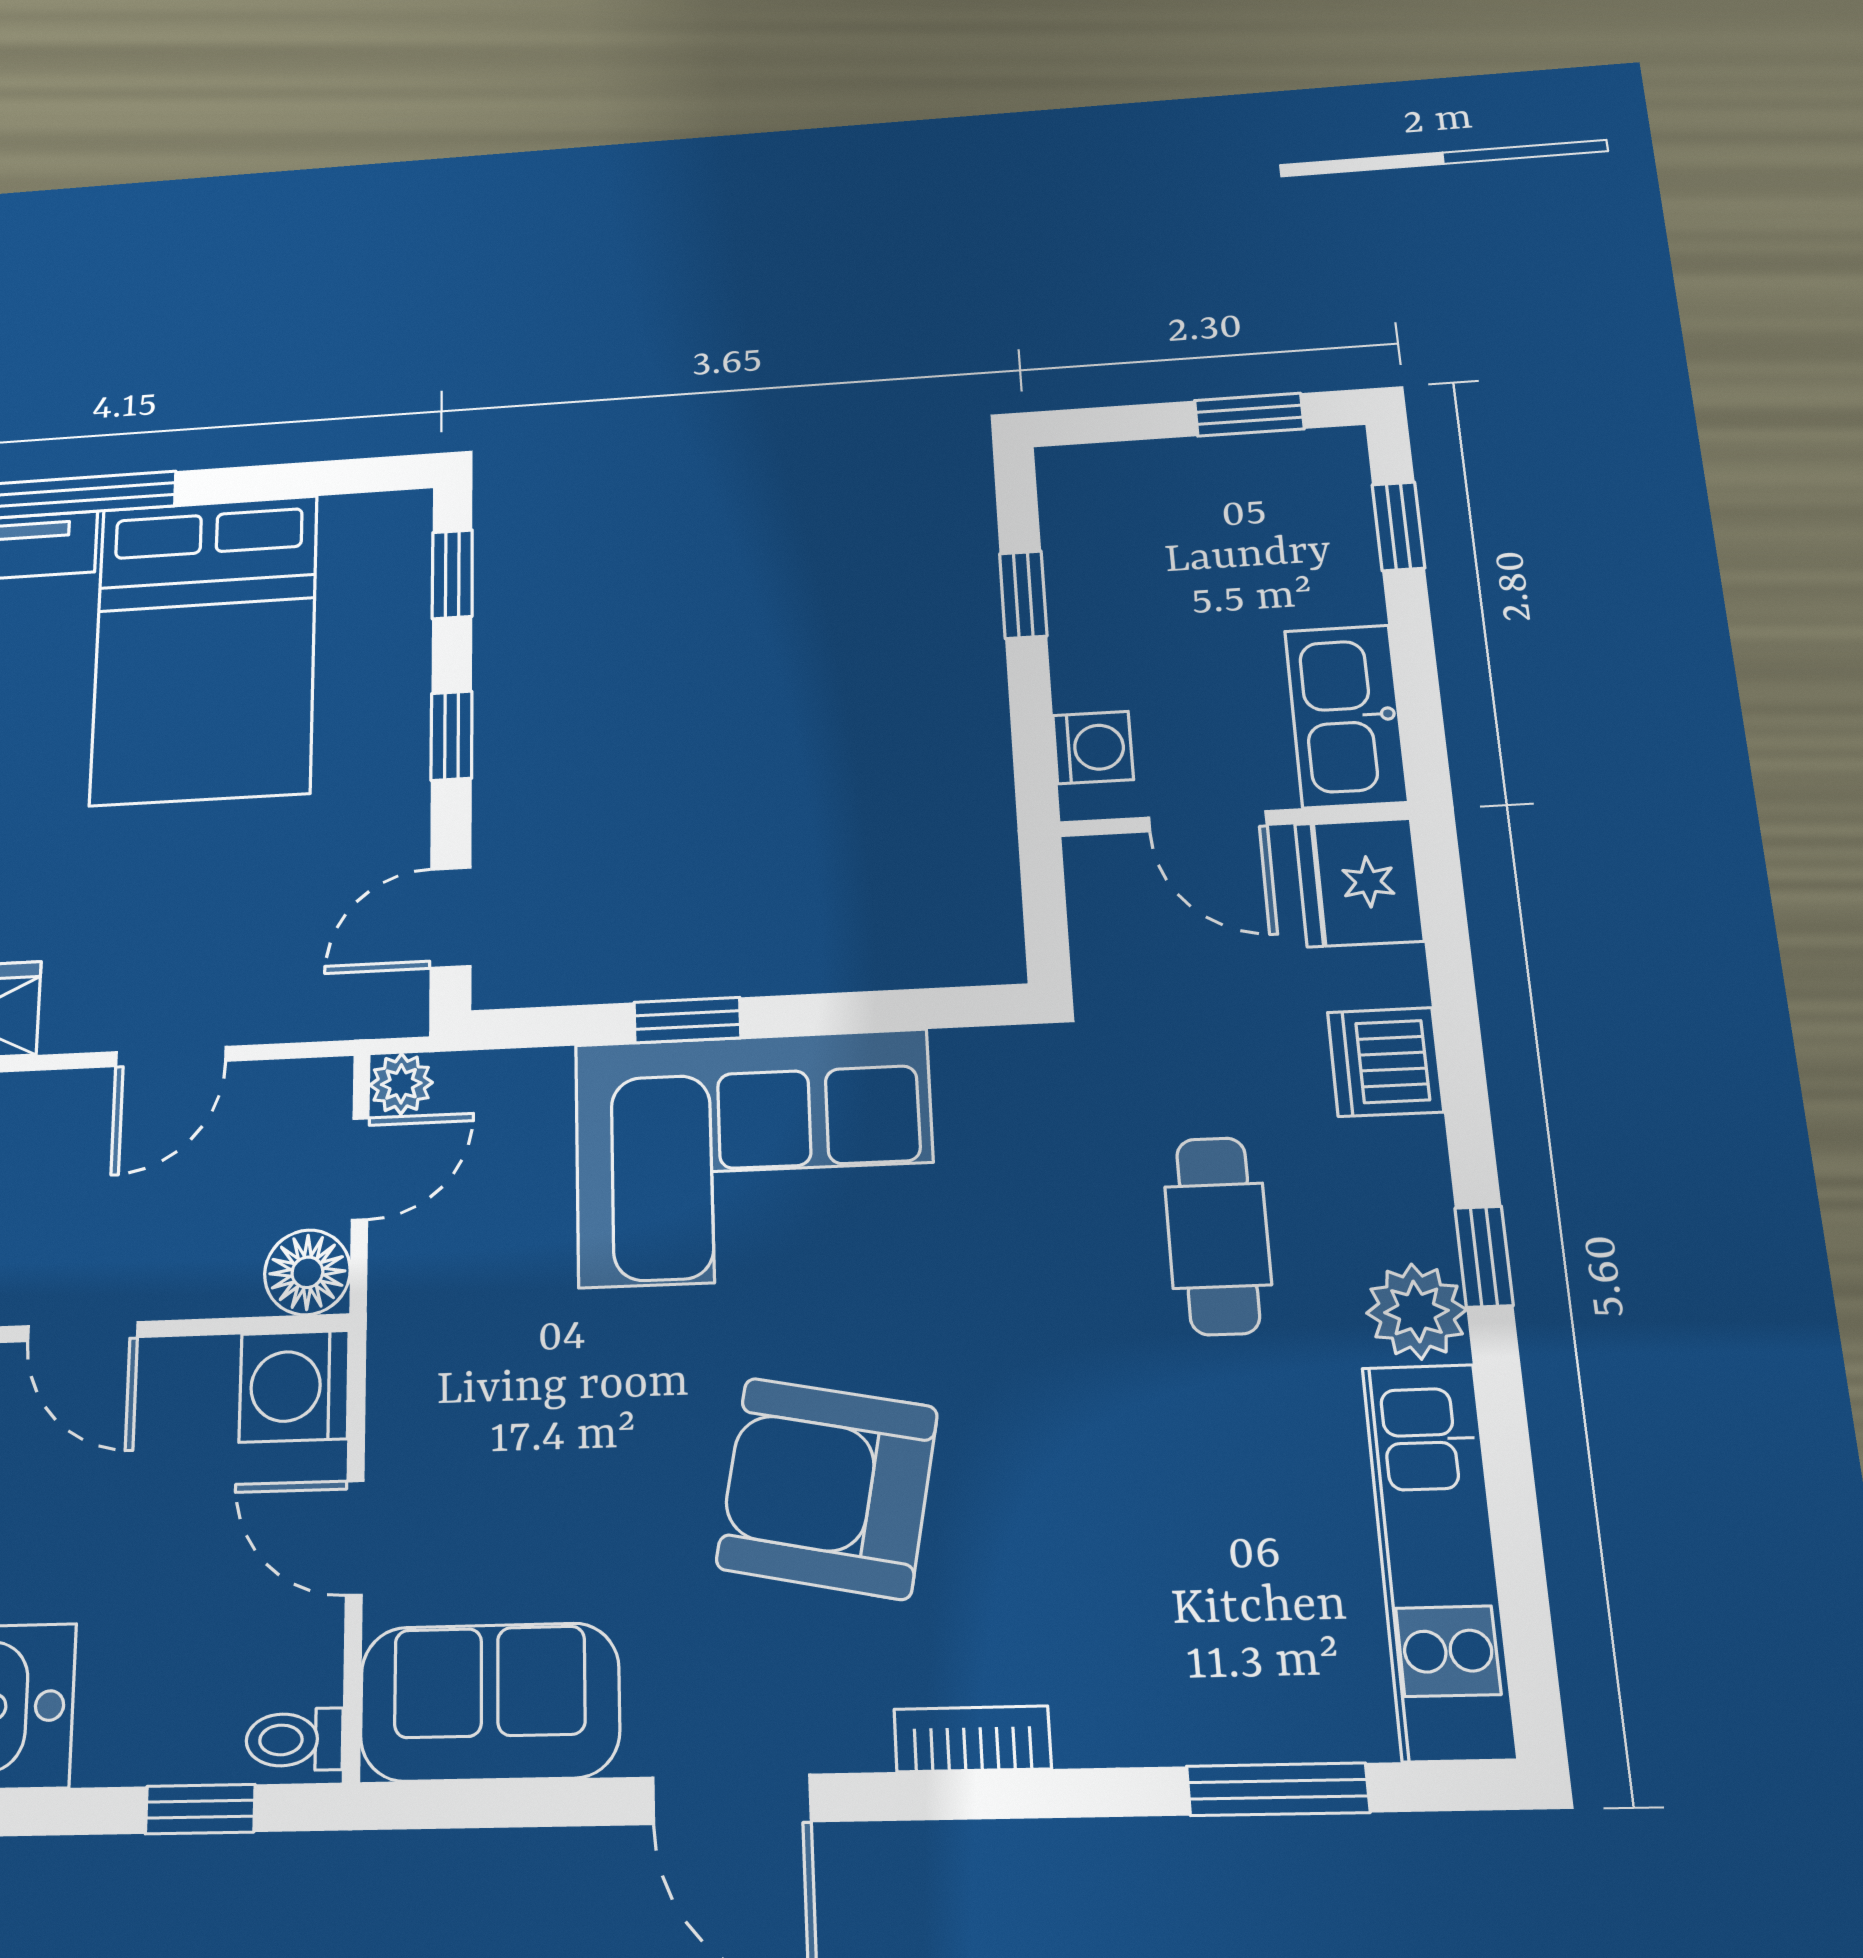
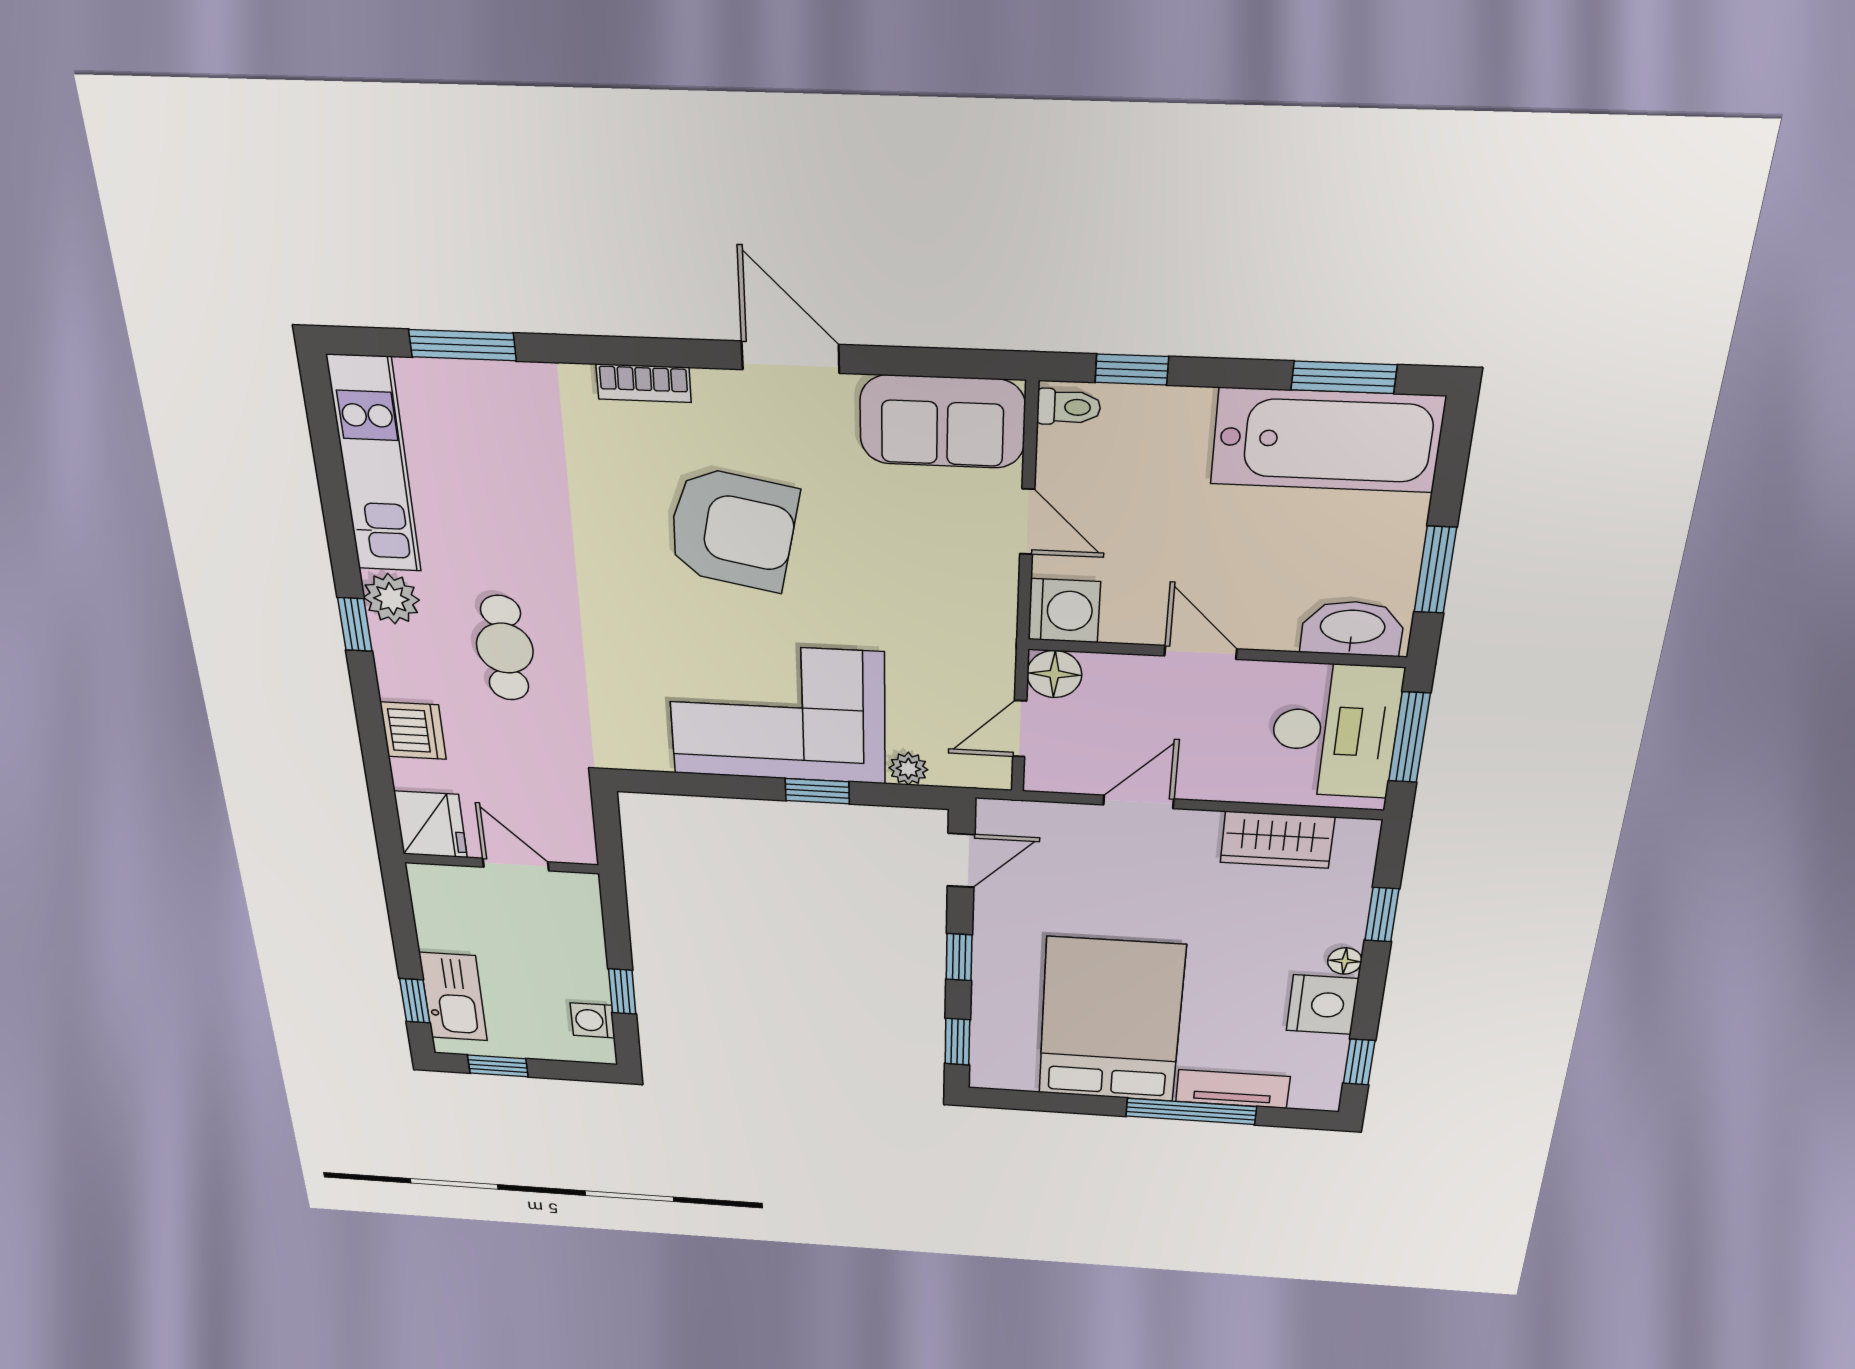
kitchen sink: (1346, 716) -> (453, 997), moved
washing machine: (1093, 748) -> (593, 1020), moved
plant: (401, 1084) -> (908, 769), moved

